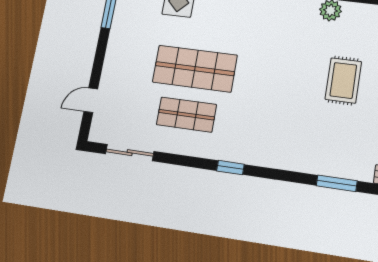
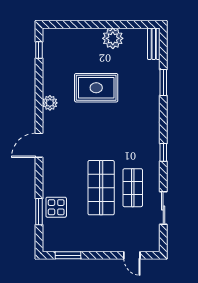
rug: (343, 80) -> (96, 88), width x1.36, depth x1.43
sliding door: (130, 153) -> (163, 208), moved

